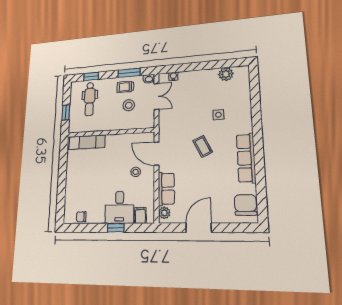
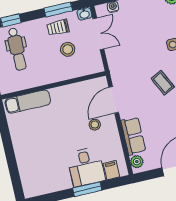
door: (156, 154) -> (114, 100), hinge flipped
chair: (81, 217) -> (44, 187), removed
window: (116, 228) -> (87, 189), width x1.50

